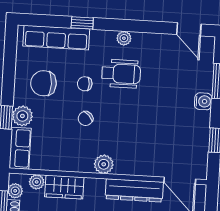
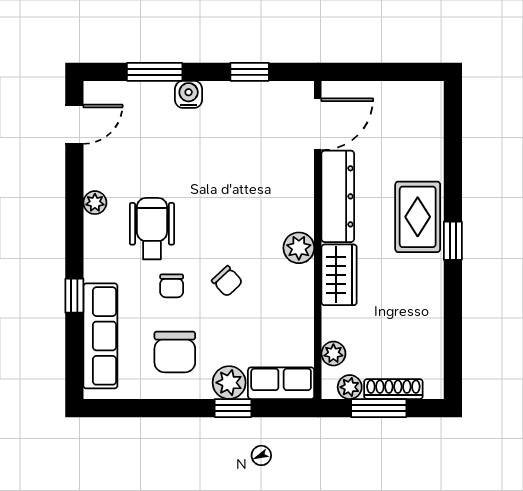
plant: (124, 38) -> (95, 203), moved
wardrobe: (64, 187) -> (339, 275), moved

